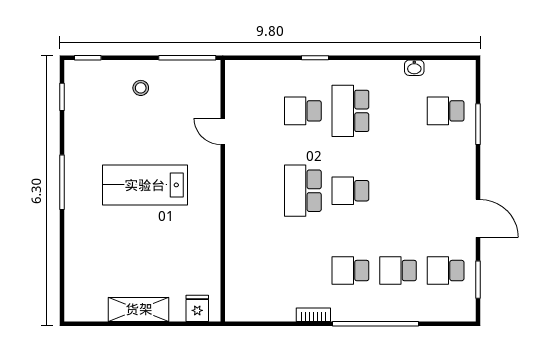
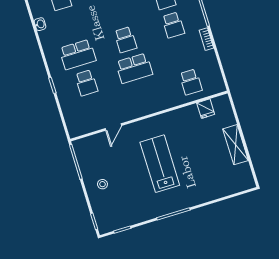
lab bench: (145, 185) -> (160, 164), turned 180
school desk: (255, 271) -> (191, 82), added
fridge: (197, 308) -> (206, 109), moved, turned -90

